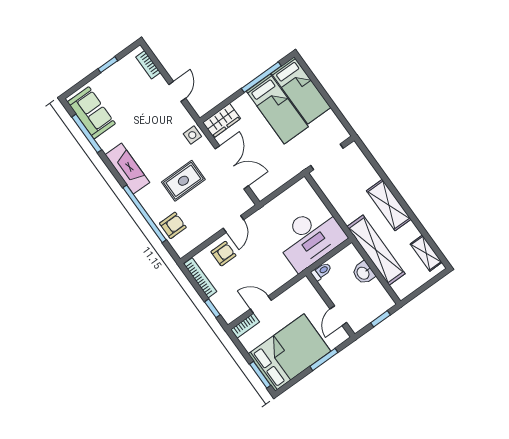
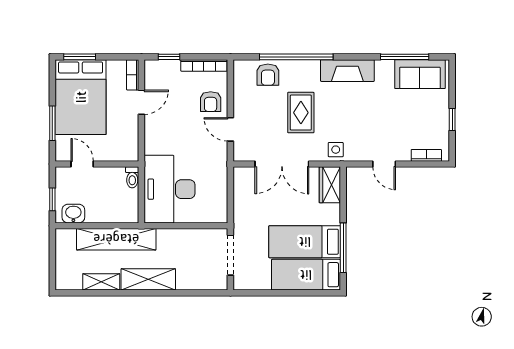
shelving: (426, 253) -> (101, 282), moved
washbasin: (363, 273) -> (73, 214), moved

